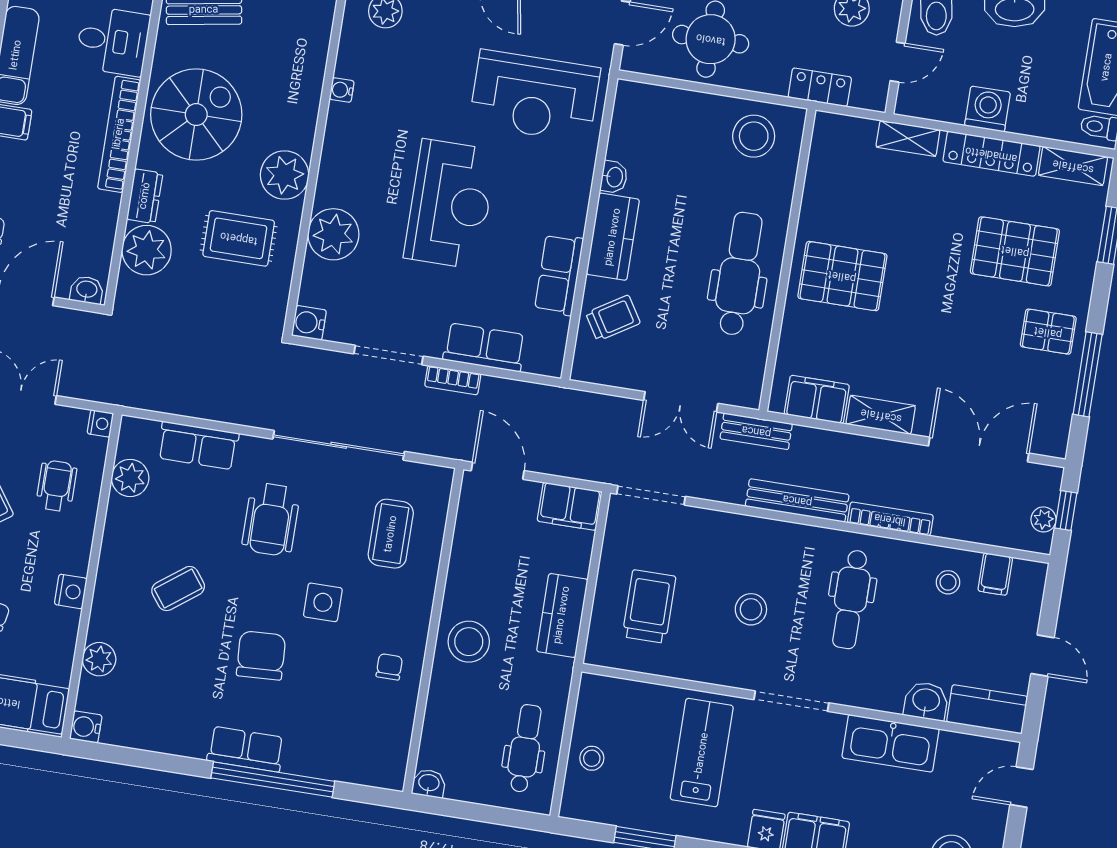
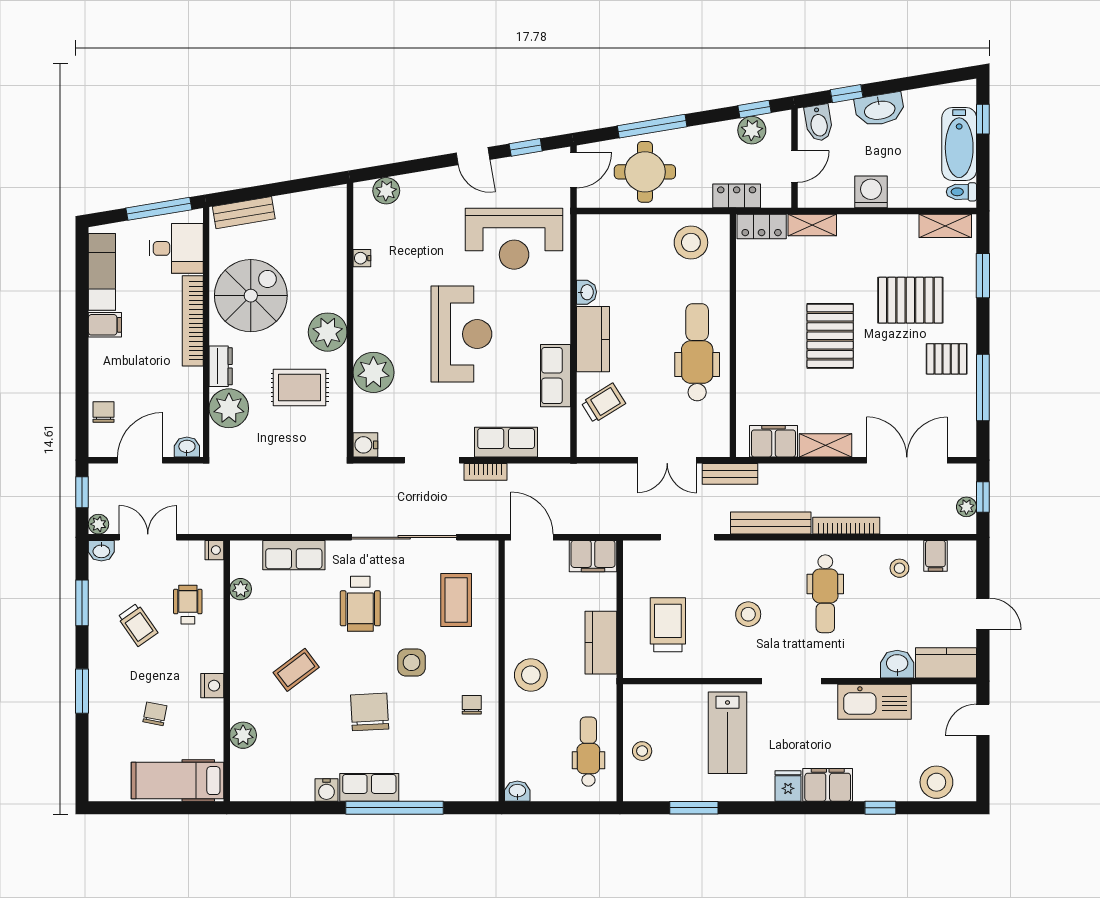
locker: (991, 154) -> (762, 226), moved, width x0.66
pallet: (842, 276) -> (830, 336), moved, turned 90
plant: (130, 478) -> (241, 589), width x0.73, depth x0.73
doorway: (651, 495) -> (688, 537), moved
water cooler: (86, 727) -> (327, 790), moved, turned -90
lab bench: (702, 753) -> (728, 733), turned 180

